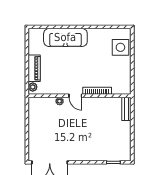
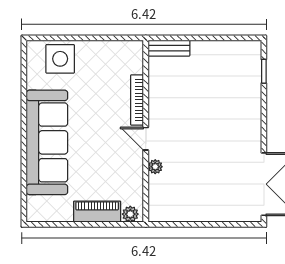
sofa: (65, 37) -> (47, 142), width x1.36, depth x1.27
door: (75, 96) -> (146, 139), swing flipped

